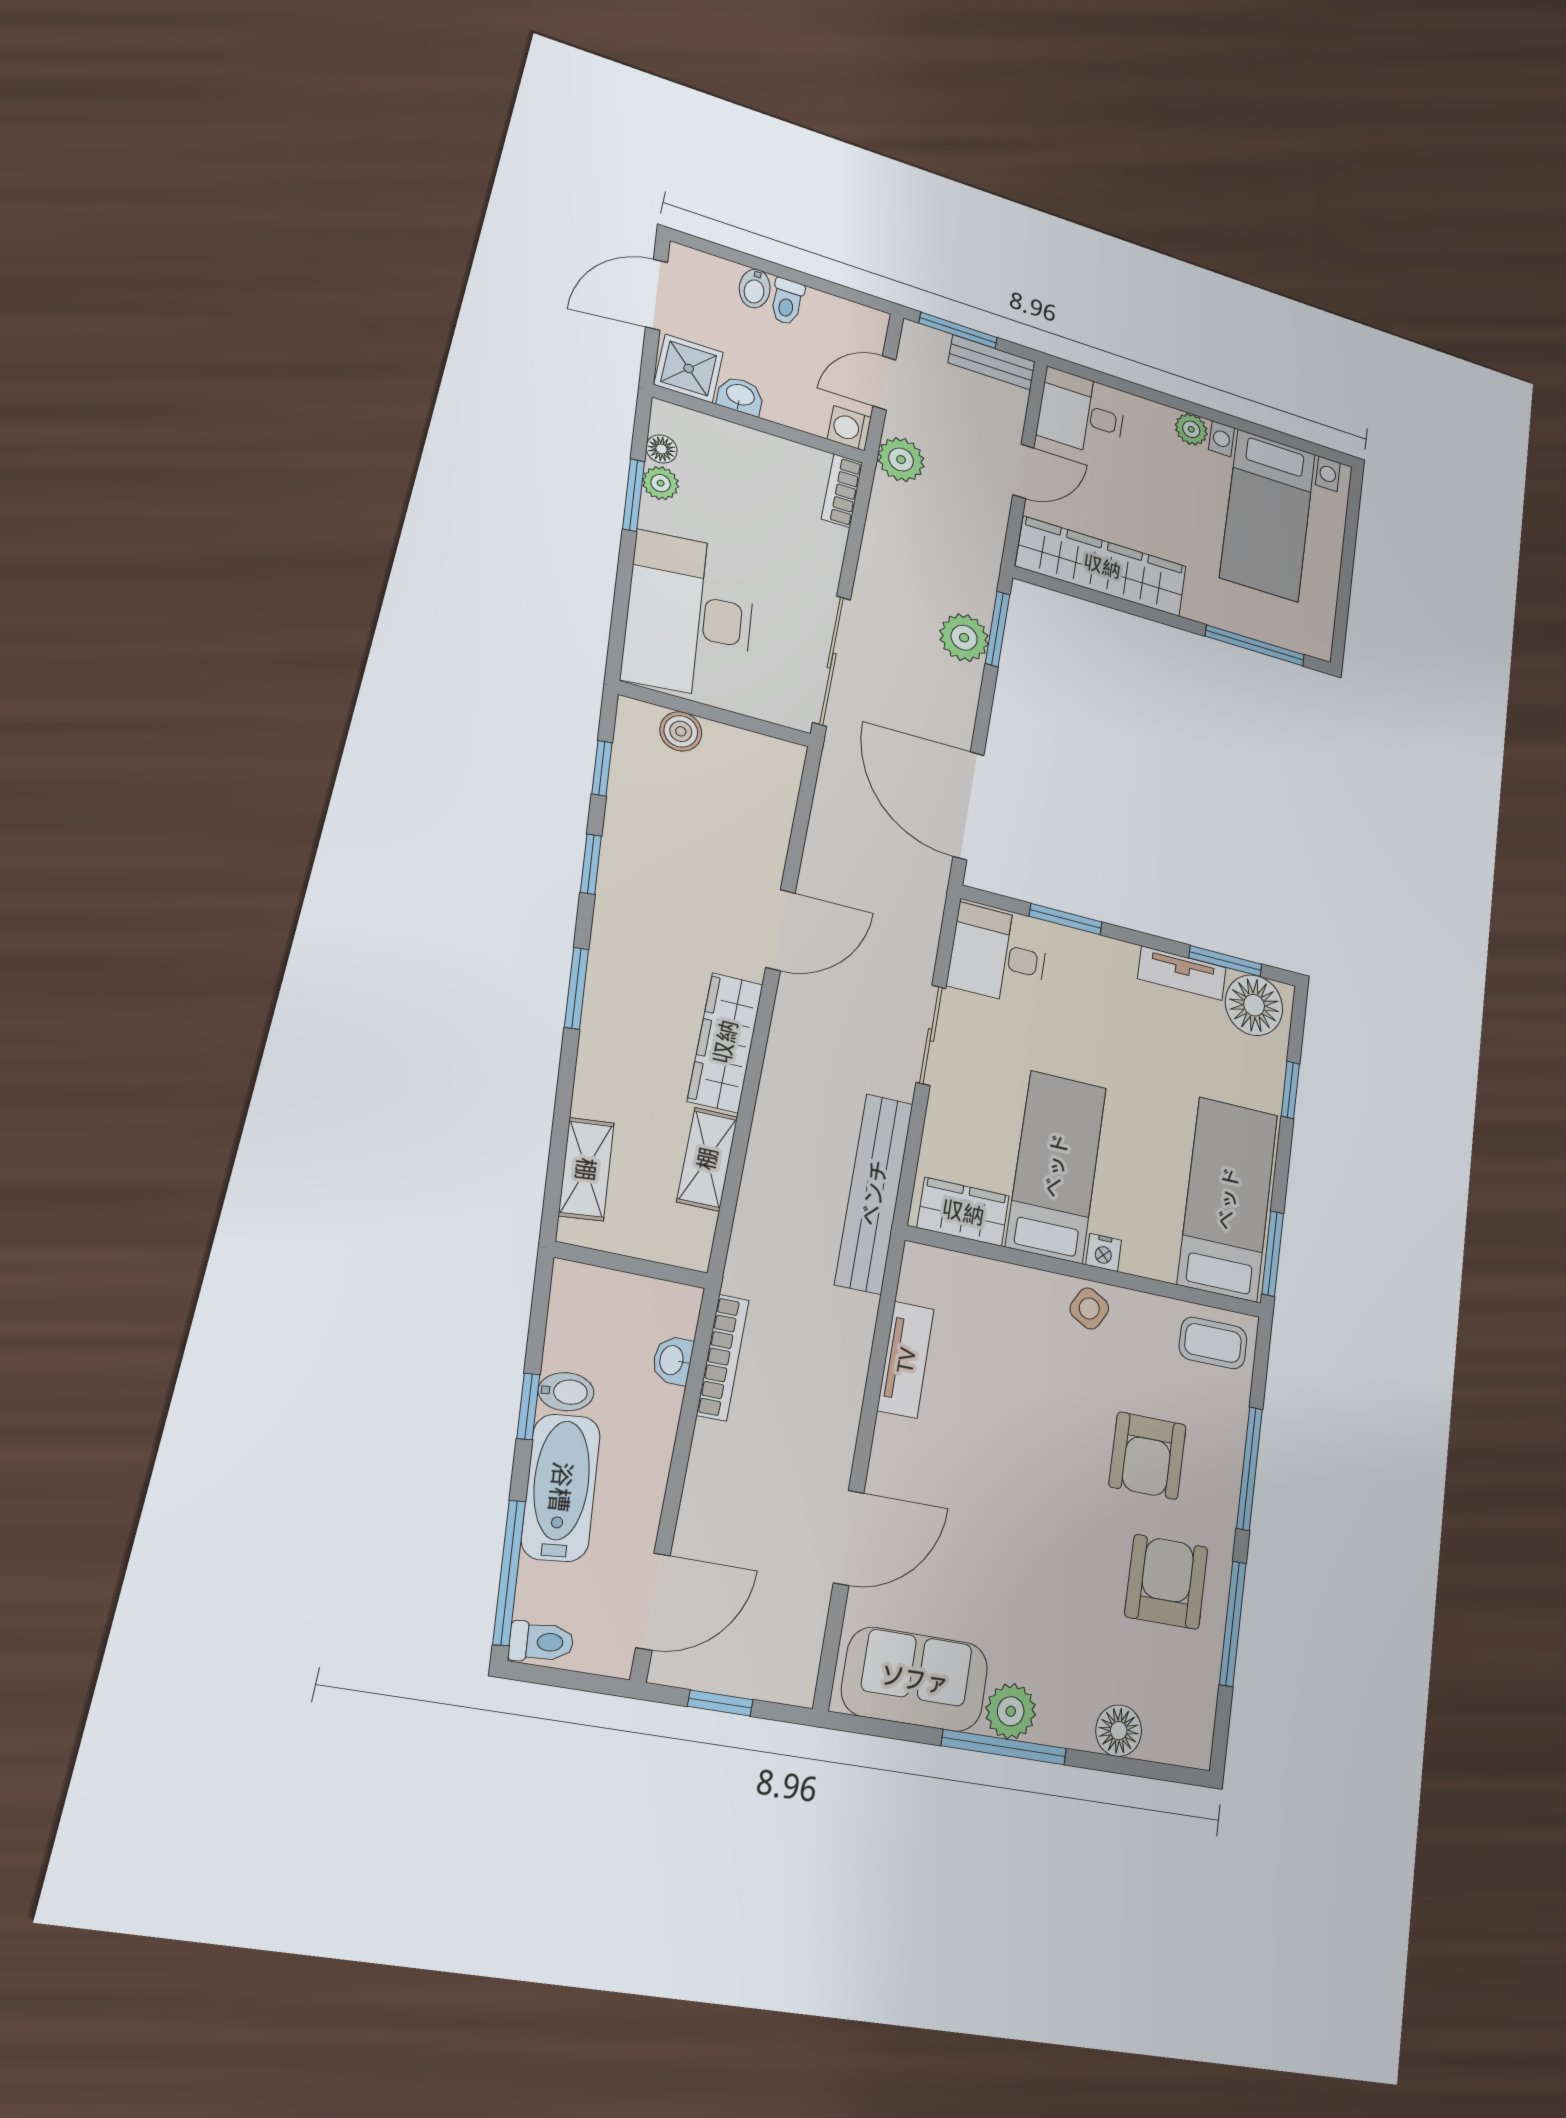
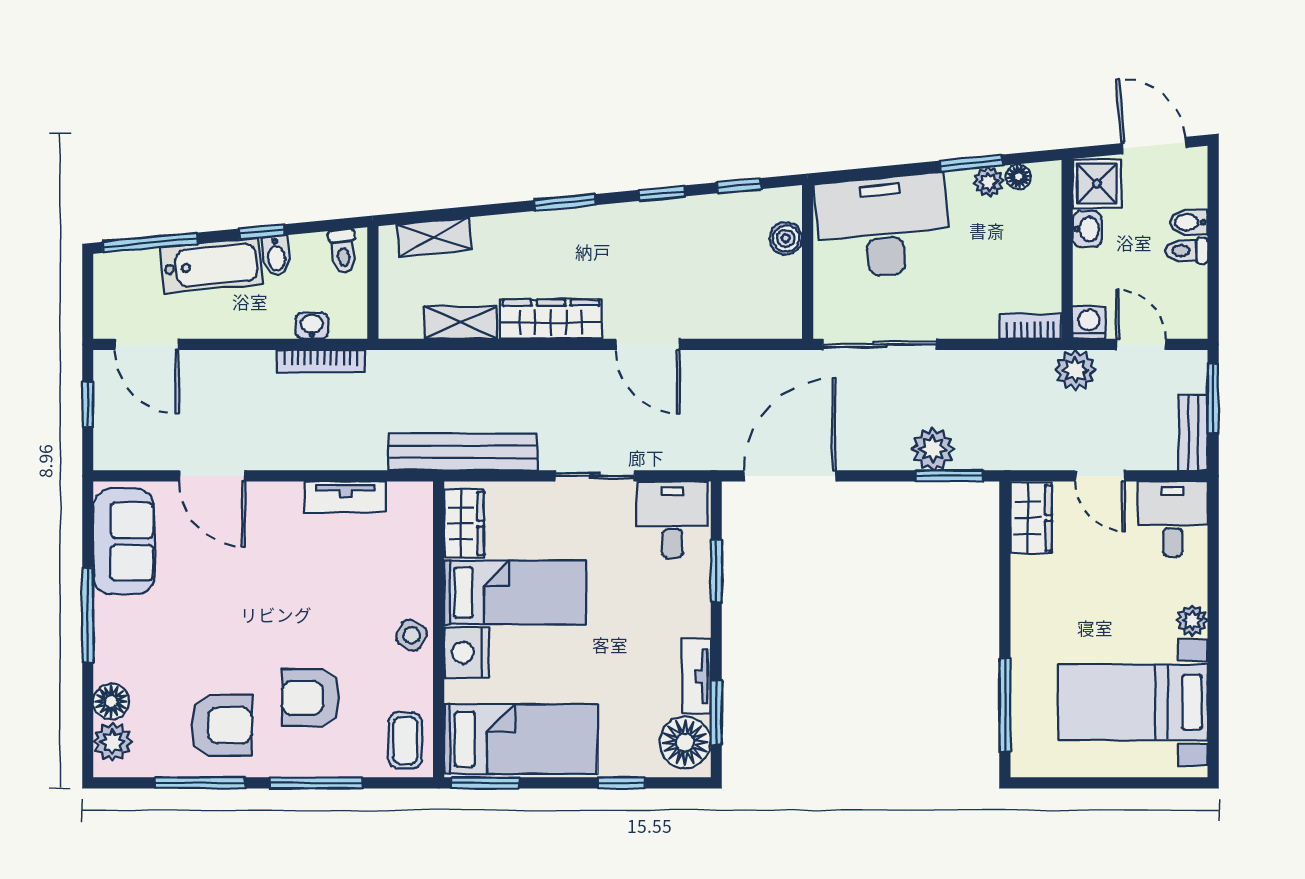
wardrobe: (1102, 566) -> (1031, 518), width x0.48, depth x0.85
nightstand: (1104, 1252) -> (467, 653), width x1.89, depth x1.79
toilet: (541, 1642) -> (343, 251), moved
plant: (1011, 1711) -> (113, 742), moved

